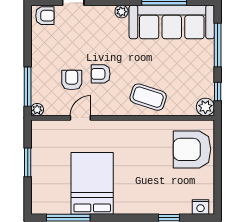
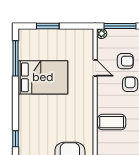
coffee table: (148, 97) -> (112, 122), turned 72
window: (28, 162) -> (48, 26), moved

